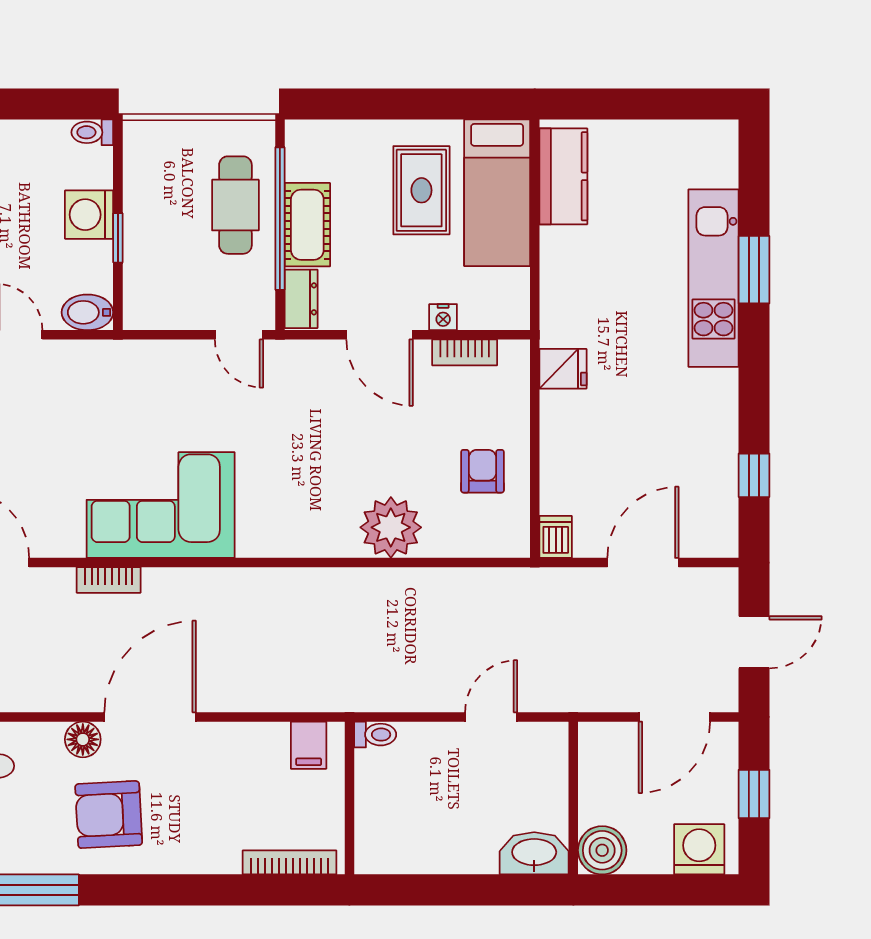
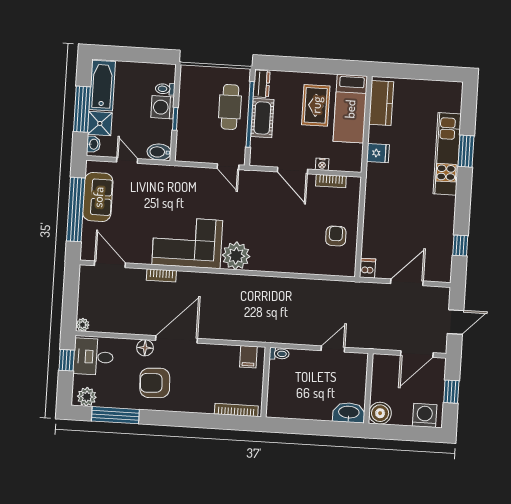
toilet: (92, 132) -> (165, 89), moved
dresser: (301, 299) -> (262, 84), moved
fridge: (563, 369) -> (378, 153), moved
plant: (391, 527) -> (236, 256), moved

